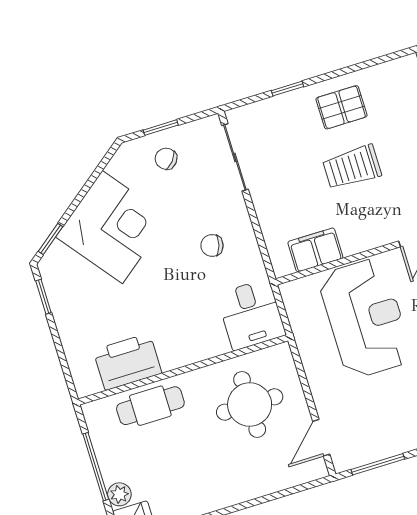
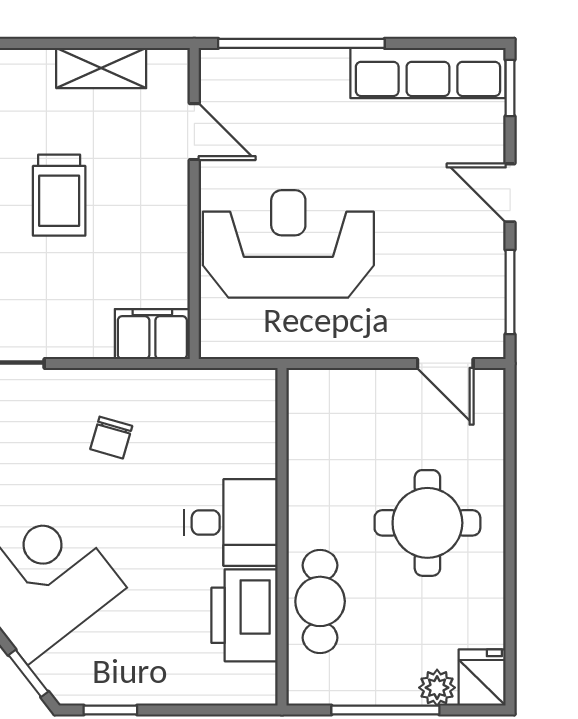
filing cabinet: (315, 250) -> (152, 334), moved, turned 90
desk: (251, 314) -> (231, 523), moved
round table: (250, 404) -> (427, 523), moved

